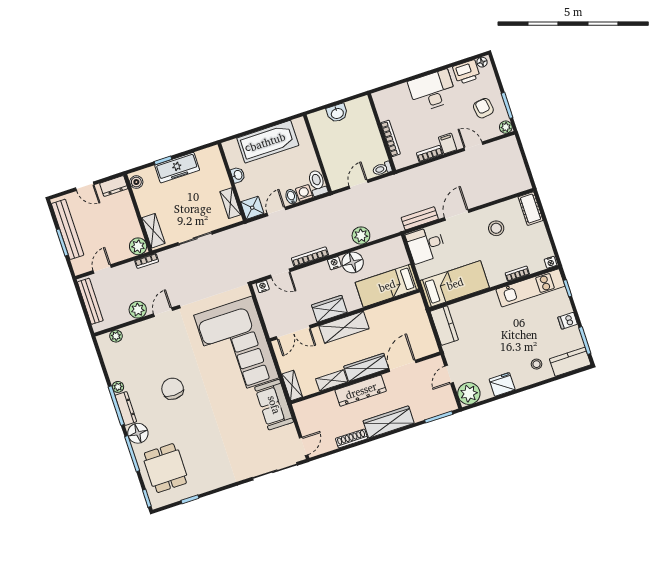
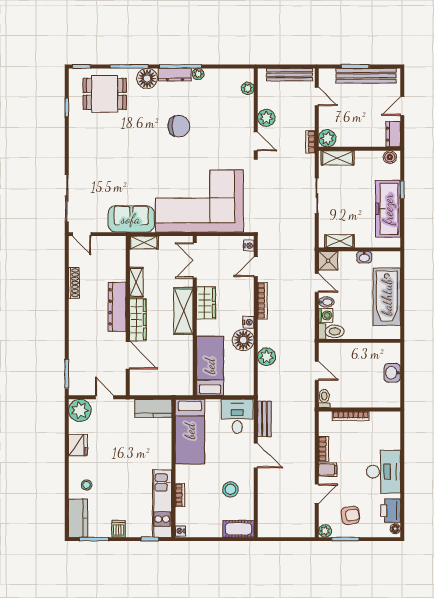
freezer: (177, 168) -> (388, 209), width x1.36, depth x1.26
wardrobe: (389, 422) -> (78, 324), removed

